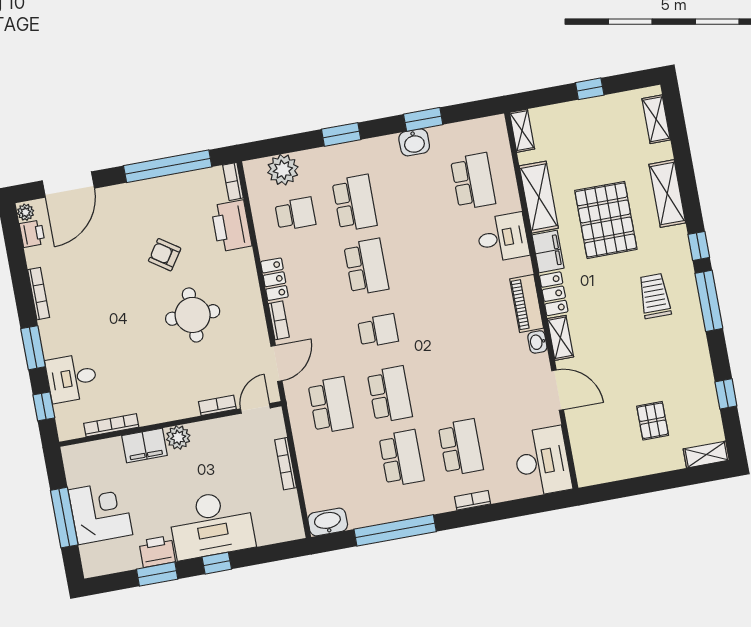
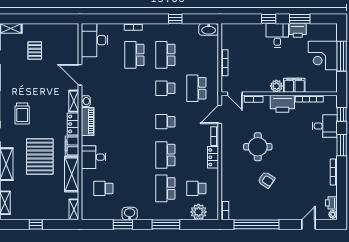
window: (341, 134) -> (166, 224), width x1.44
school desk: (473, 181) -> (103, 188), width x0.54
door: (68, 184) -> (309, 224), width x0.53
printer: (231, 226) -> (282, 104), moved, turned 90
school desk: (390, 394) -> (165, 88), width x0.54
door: (255, 408) -> (235, 94), hinge flipped
desk: (212, 525) -> (277, 35), width x0.53, depth x0.77
window: (395, 530) -> (175, 19), width x0.32

